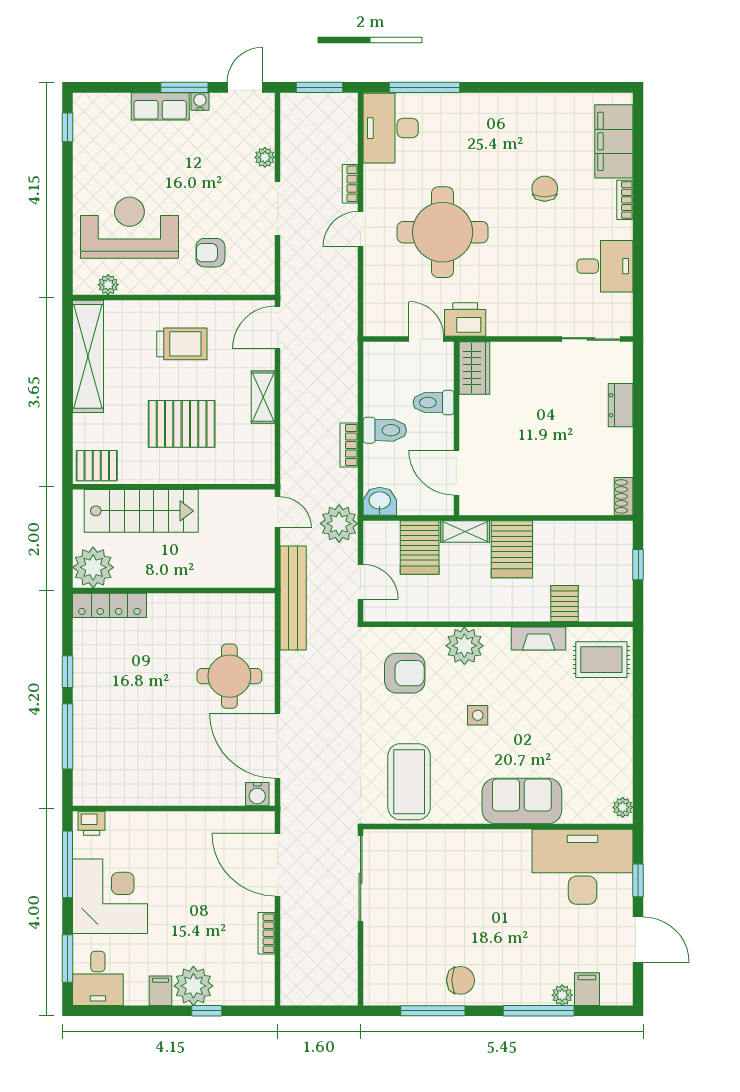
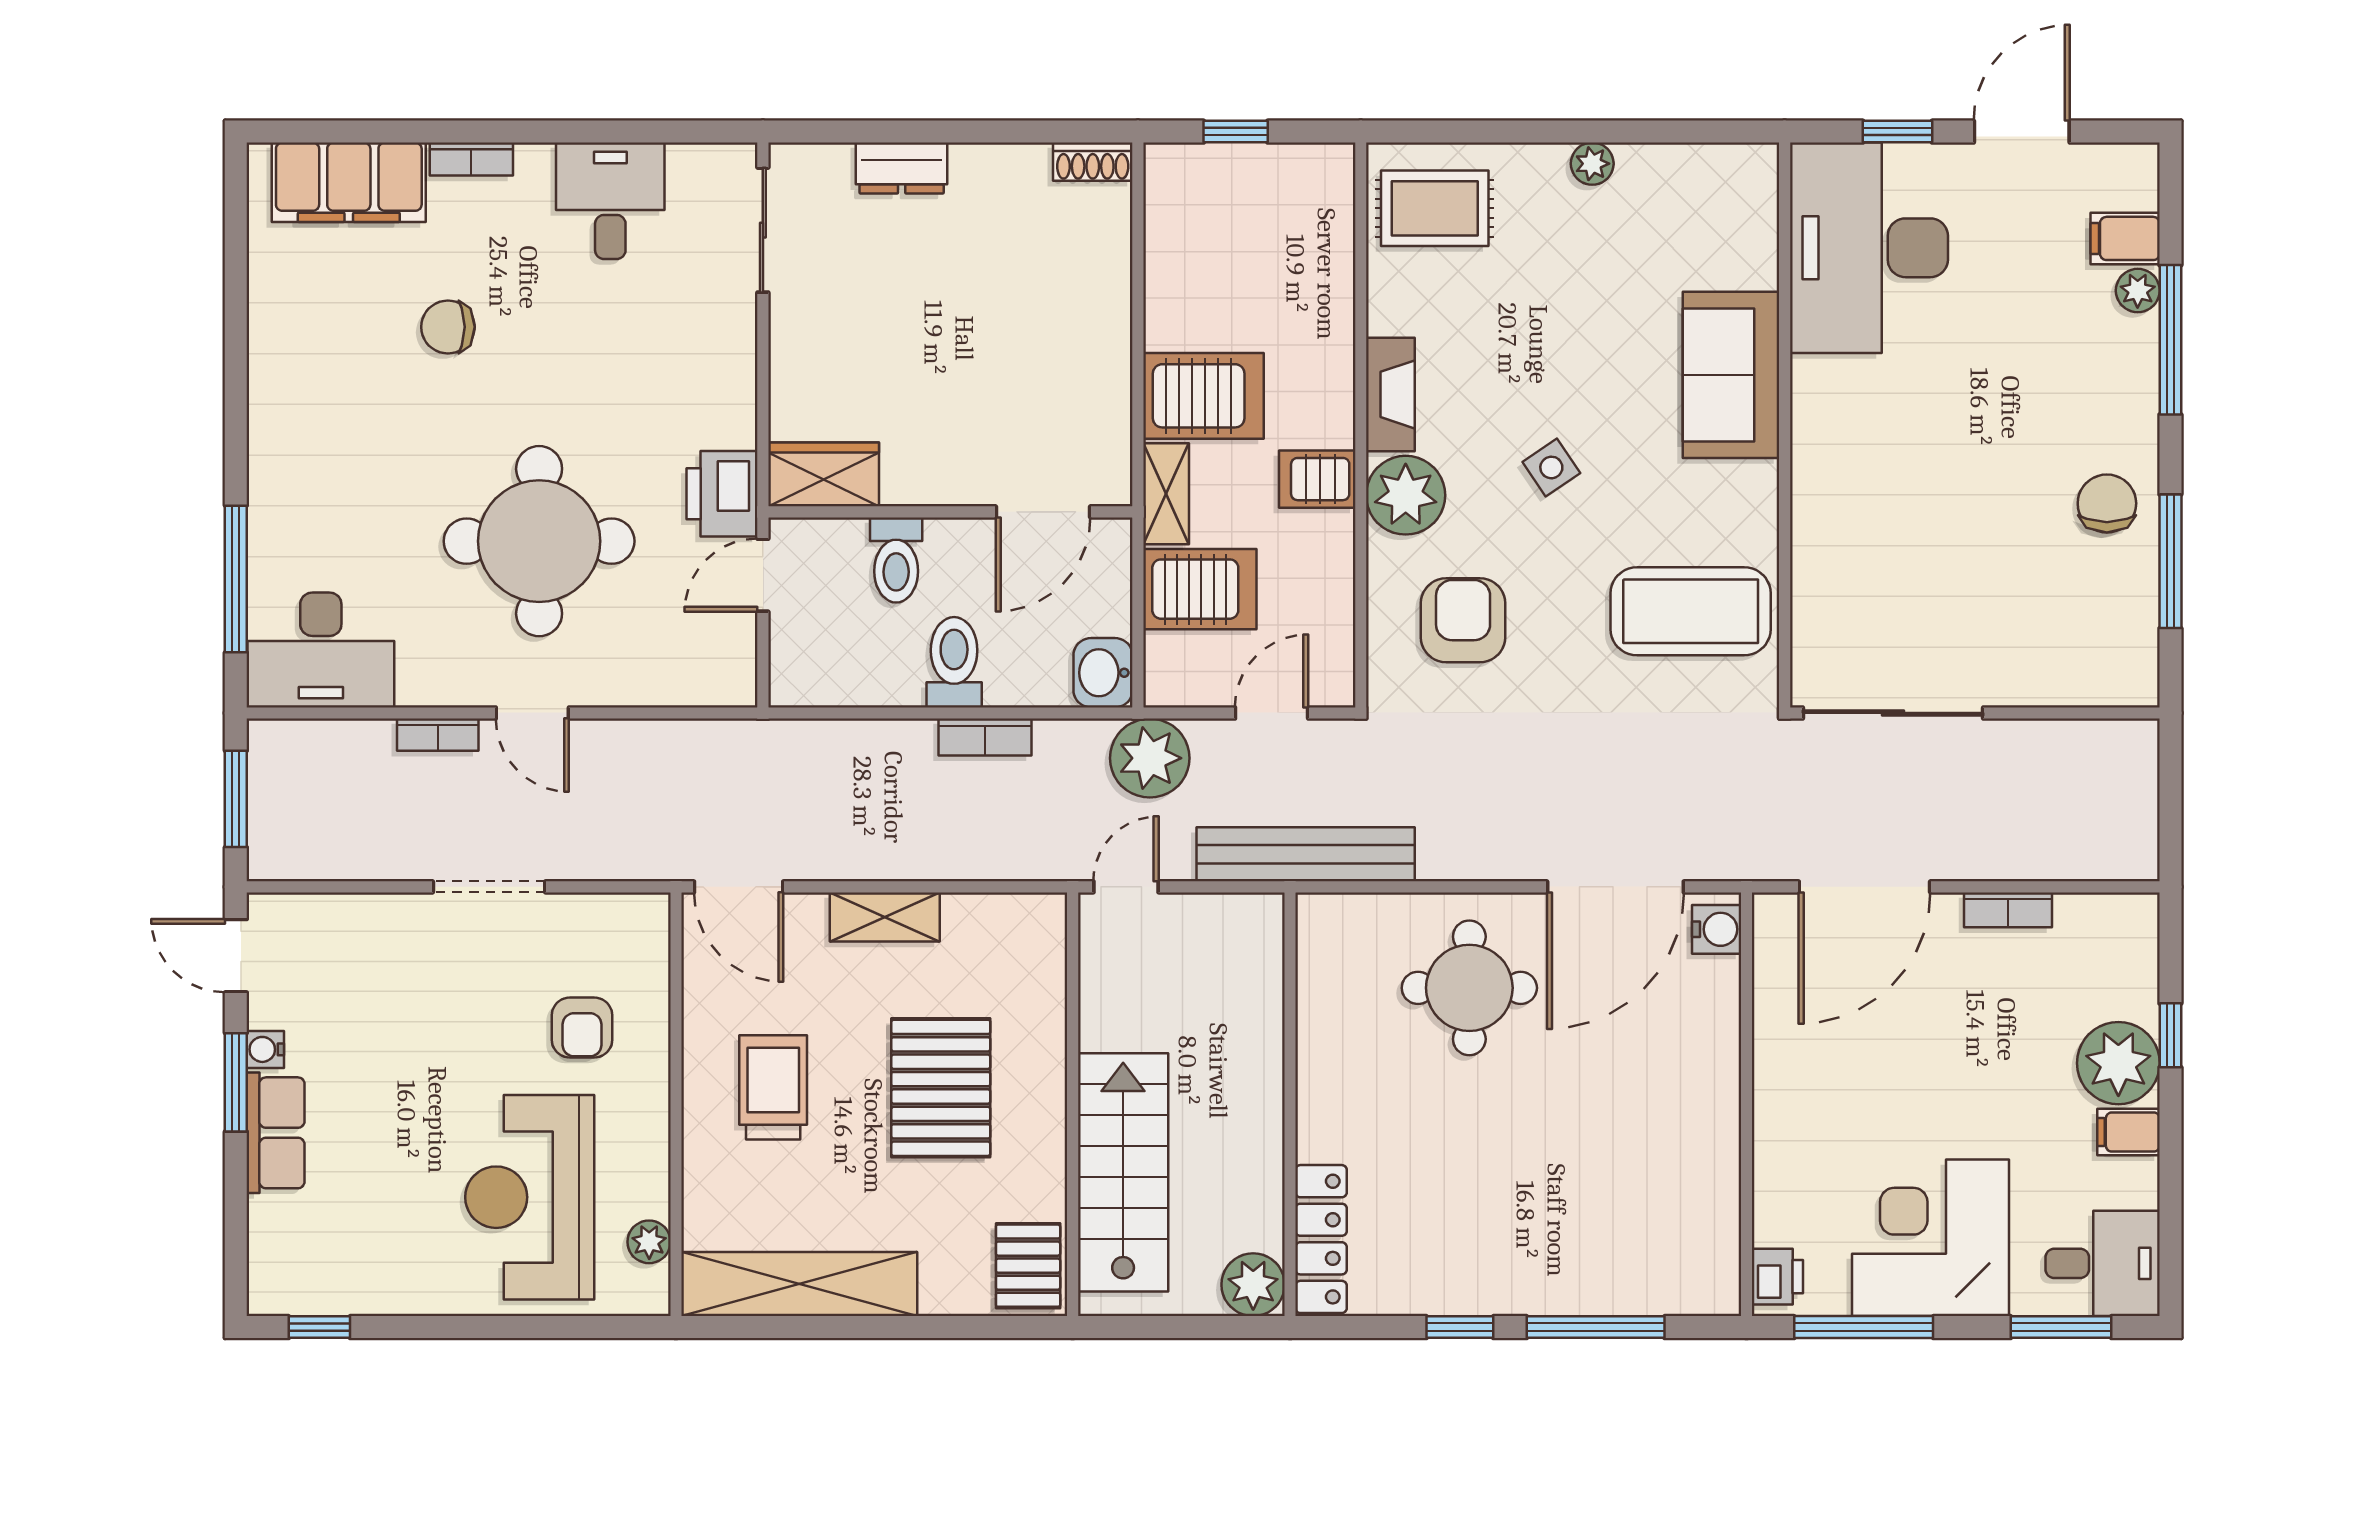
plant: (265, 157) -> (382, 914), removed
plant: (93, 567) -> (1253, 1285), width x0.73, depth x0.73
server rack: (564, 603) -> (1317, 479), moved
fireplace: (539, 638) -> (1390, 394), moved
rug: (601, 660) -> (1435, 208), turned 90
side table: (478, 715) -> (1551, 467), turned -34
plant: (623, 807) -> (1592, 164), moved

